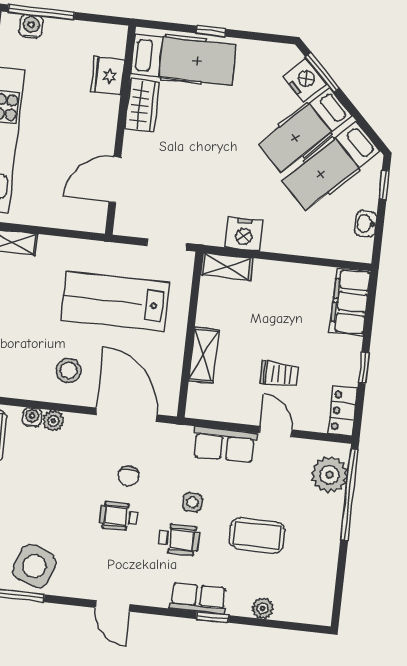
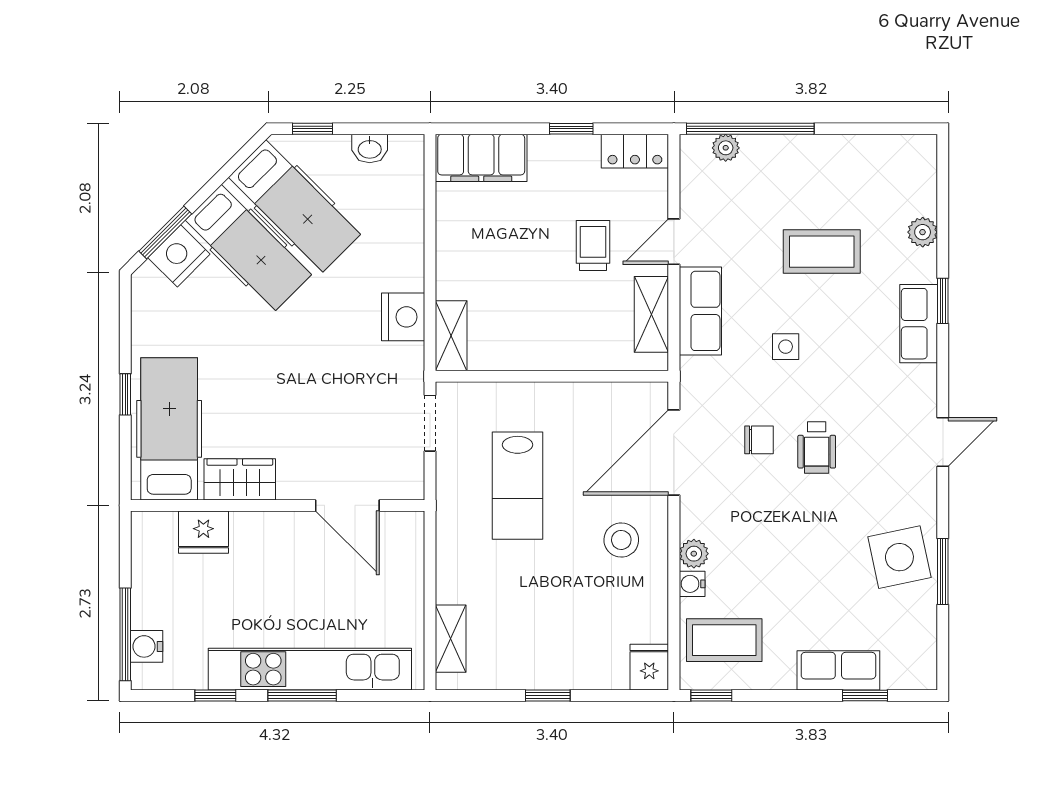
lab bench: (115, 301) -> (518, 486), width x0.73, depth x0.72
shelving: (204, 355) -> (651, 314), moved, turned 90
plant: (329, 475) -> (726, 148), width x0.53, depth x0.53
coffee table: (257, 535) -> (822, 252), turned 90
wheelchair: (179, 539) -> (840, 360), removed
side table: (34, 566) -> (899, 557), turned -31

